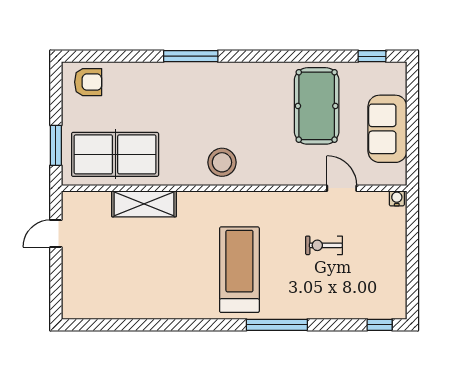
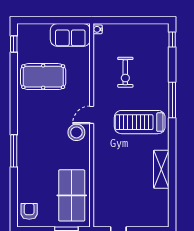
sofa: (387, 129) -> (70, 35), moved
door: (342, 188) -> (92, 115), moved
shelving: (144, 204) -> (161, 169), moved
exercise bike: (324, 245) -> (125, 72), width x1.38, depth x1.39

